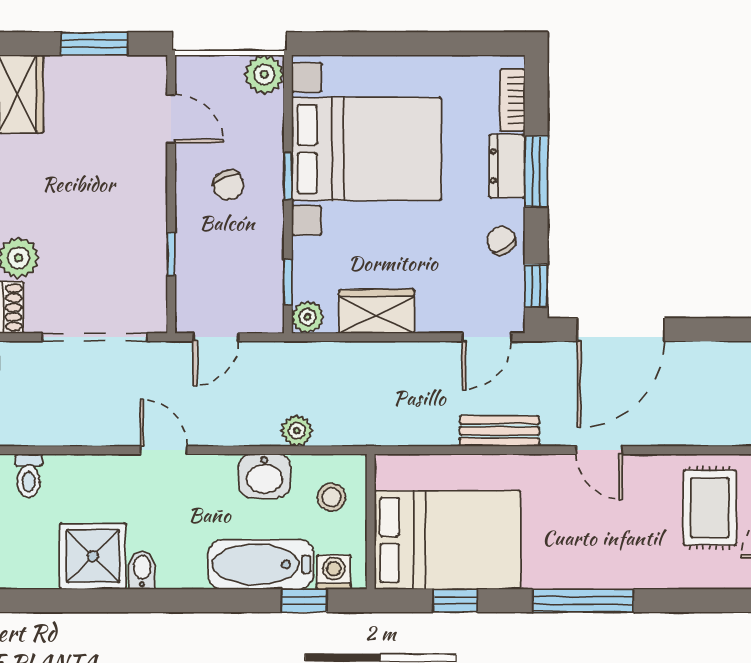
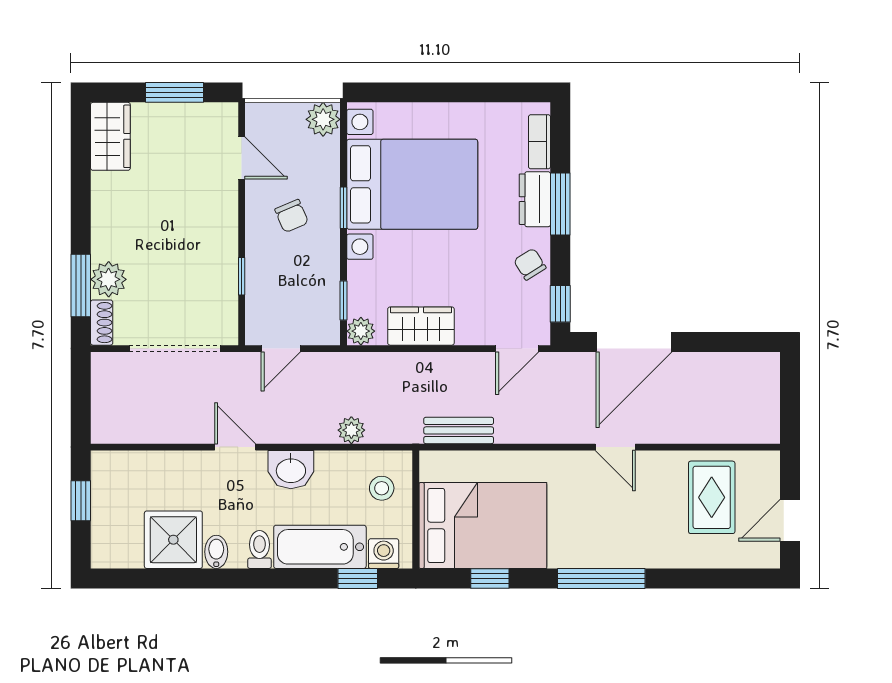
bench: (500, 431) -> (459, 430), moved
toilet: (29, 476) -> (260, 549), moved, turned 180
washbasin: (264, 476) -> (291, 470), moved

